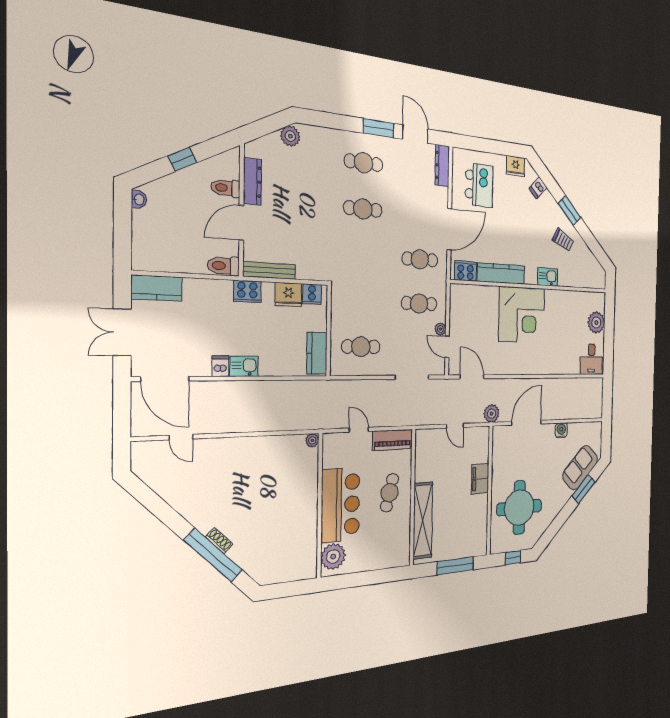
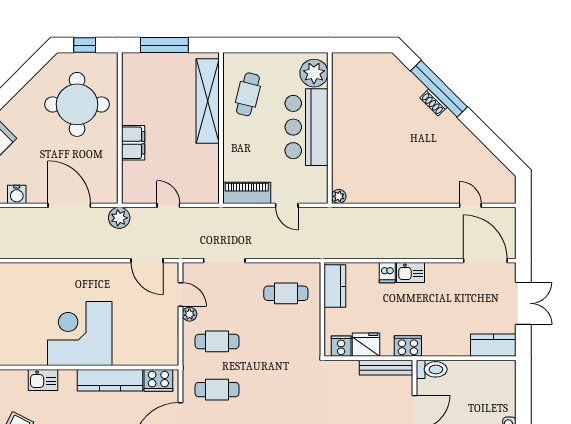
dishwasher: (220, 366) -> (387, 273), moved
door: (527, 423) -> (69, 205), swing flipped
cafe table: (389, 493) -> (248, 94), moved

